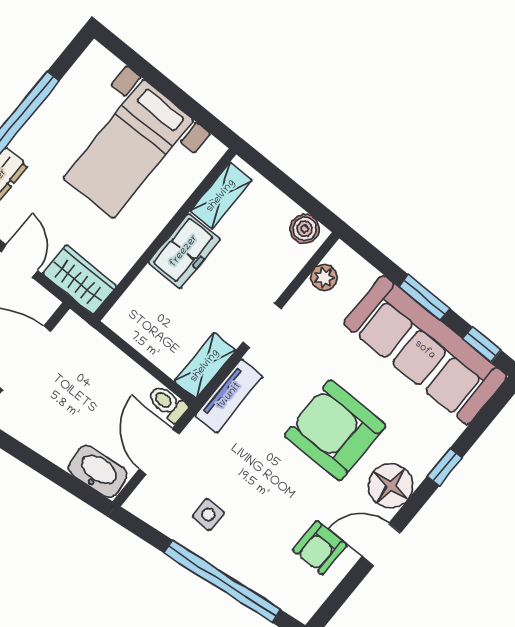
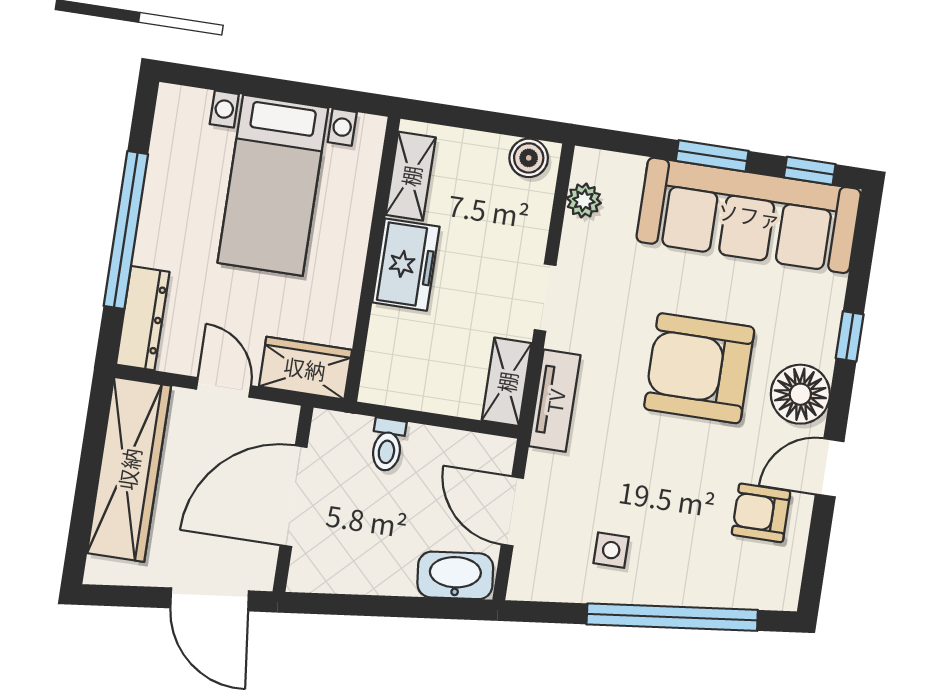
toilet: (168, 403) -> (387, 445), moved, turned -90
armchair: (320, 548) -> (761, 513), turned 90

